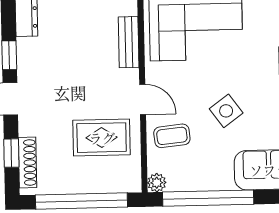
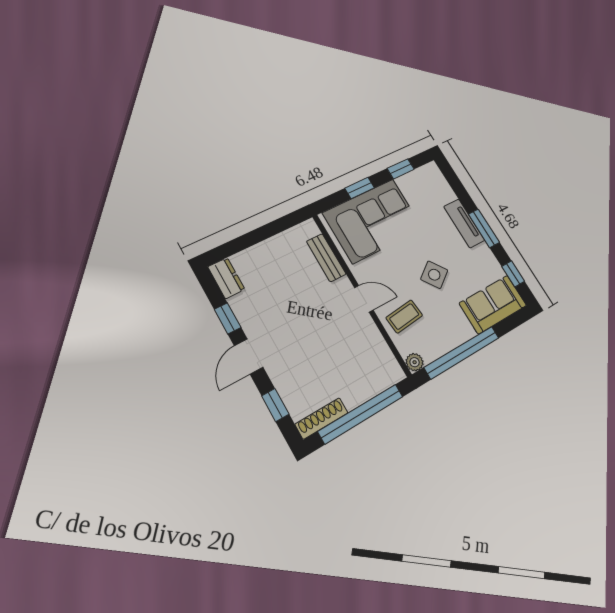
rug: (102, 138) -> (348, 348), removed
shoe rack: (28, 163) -> (322, 418), moved, turned -90

